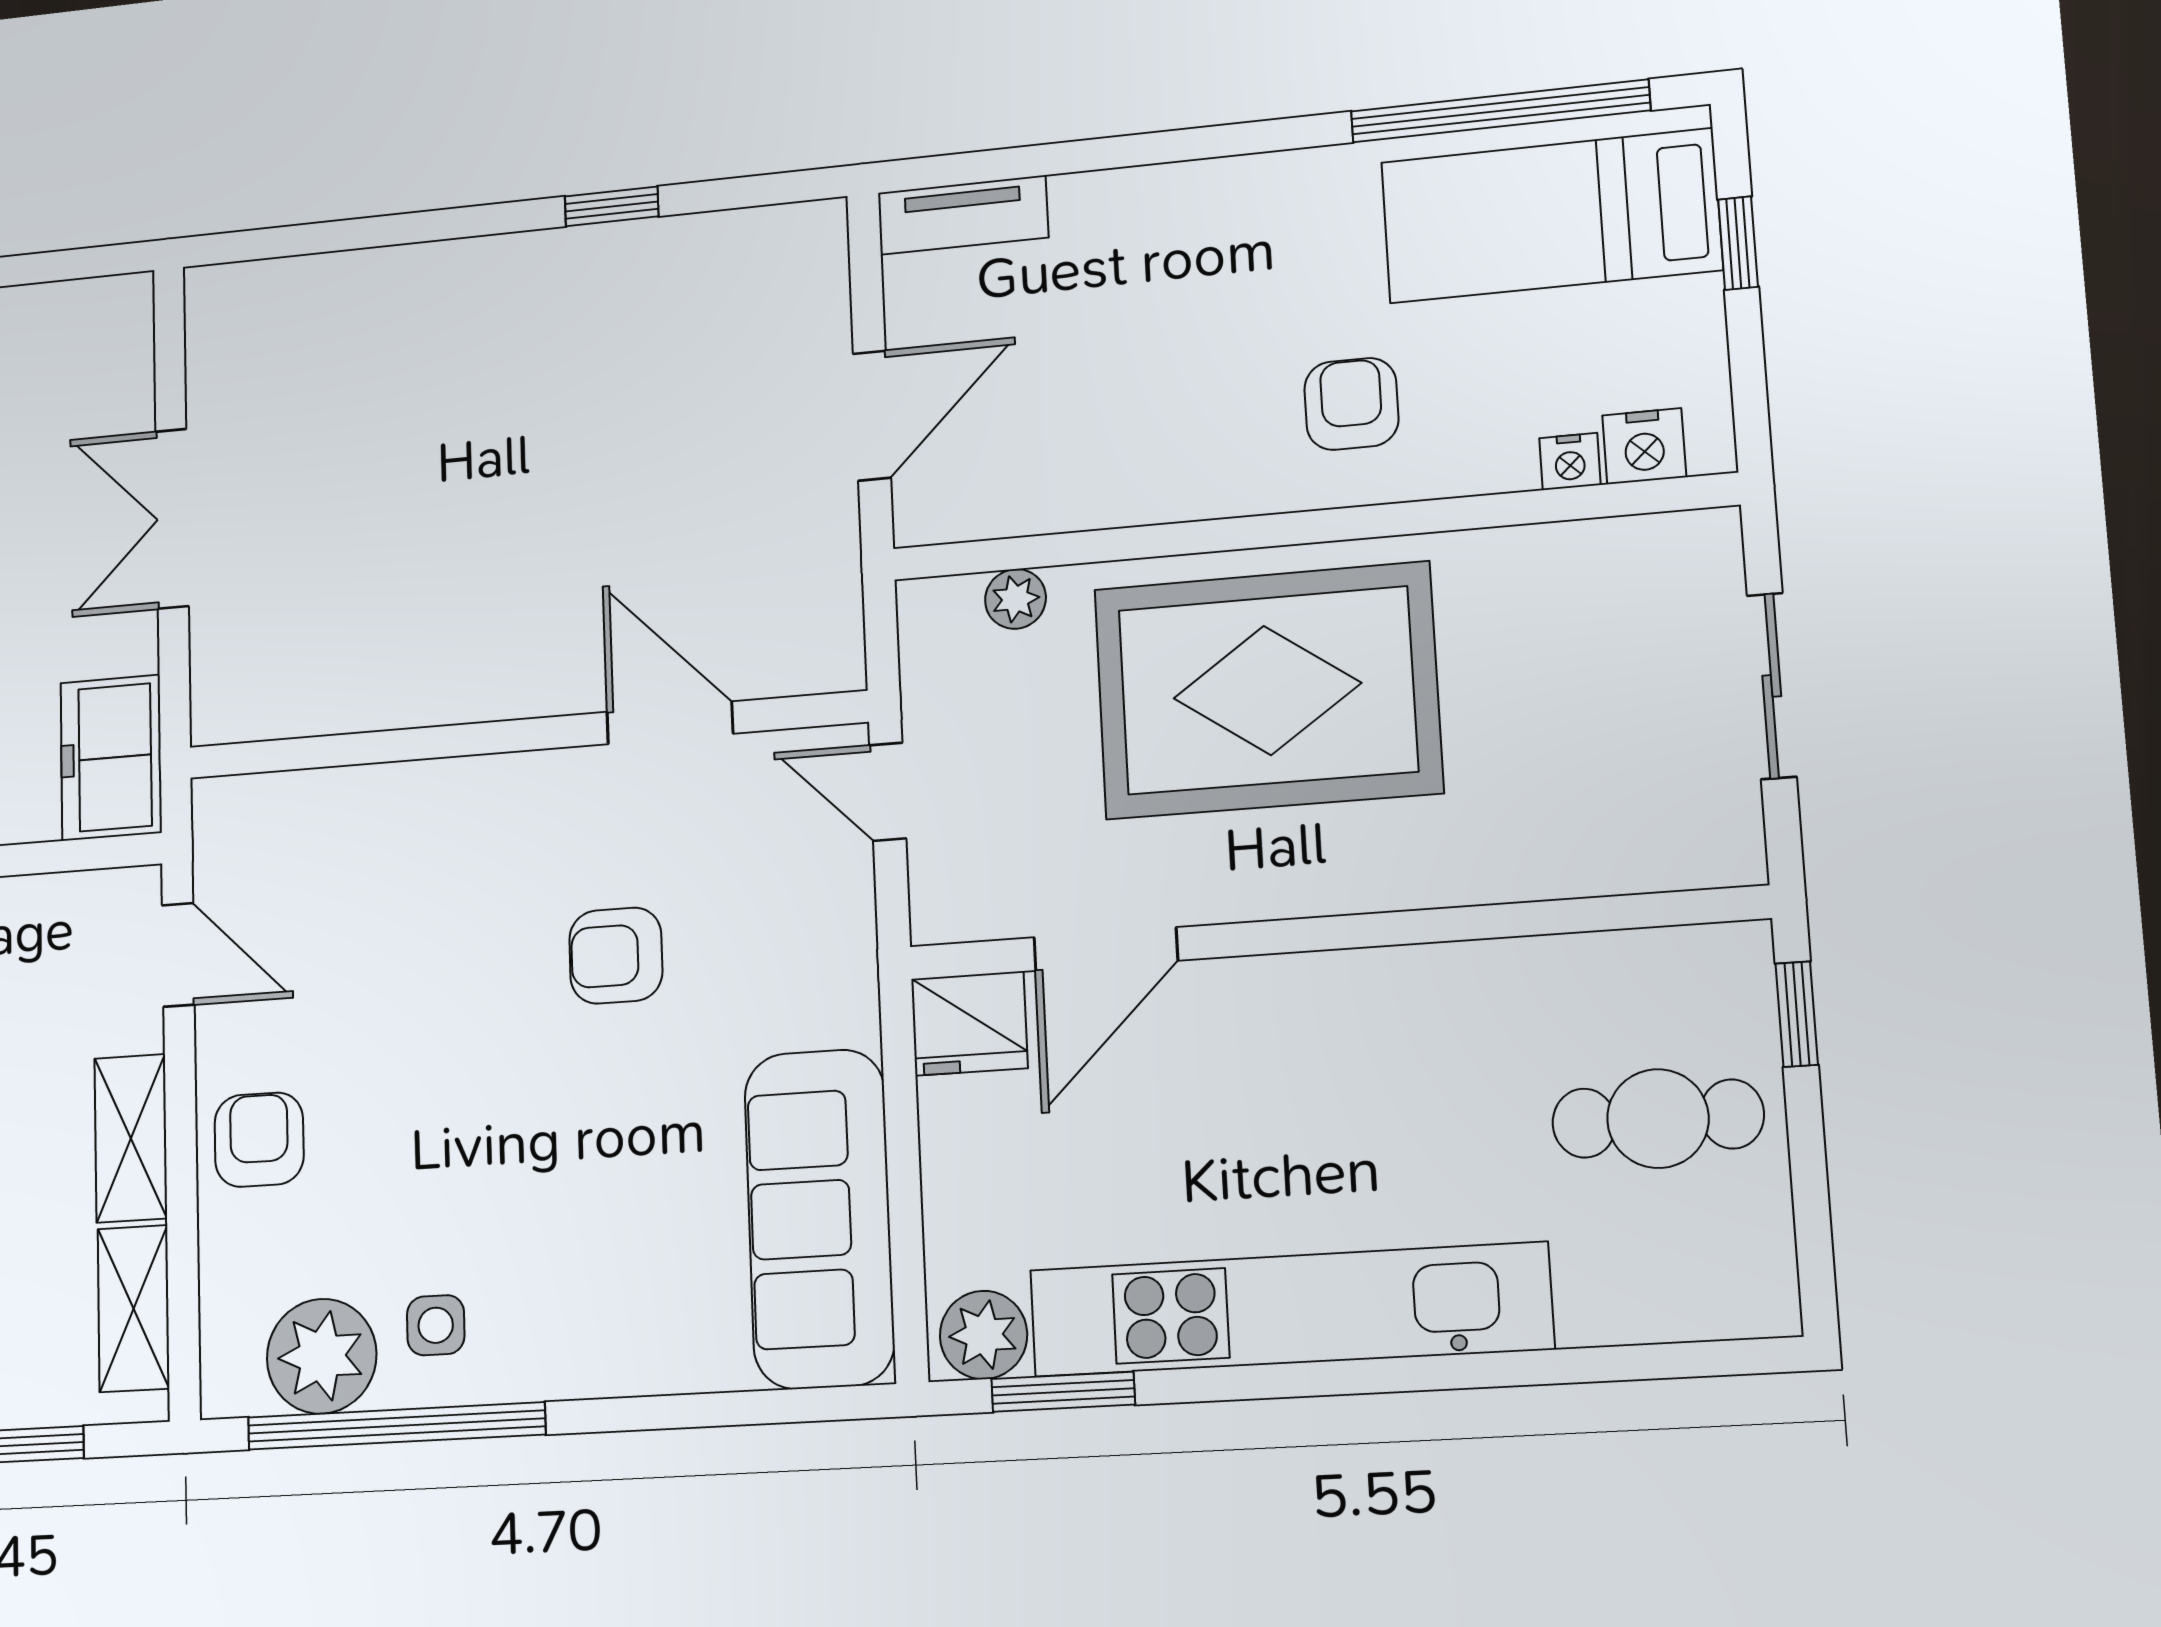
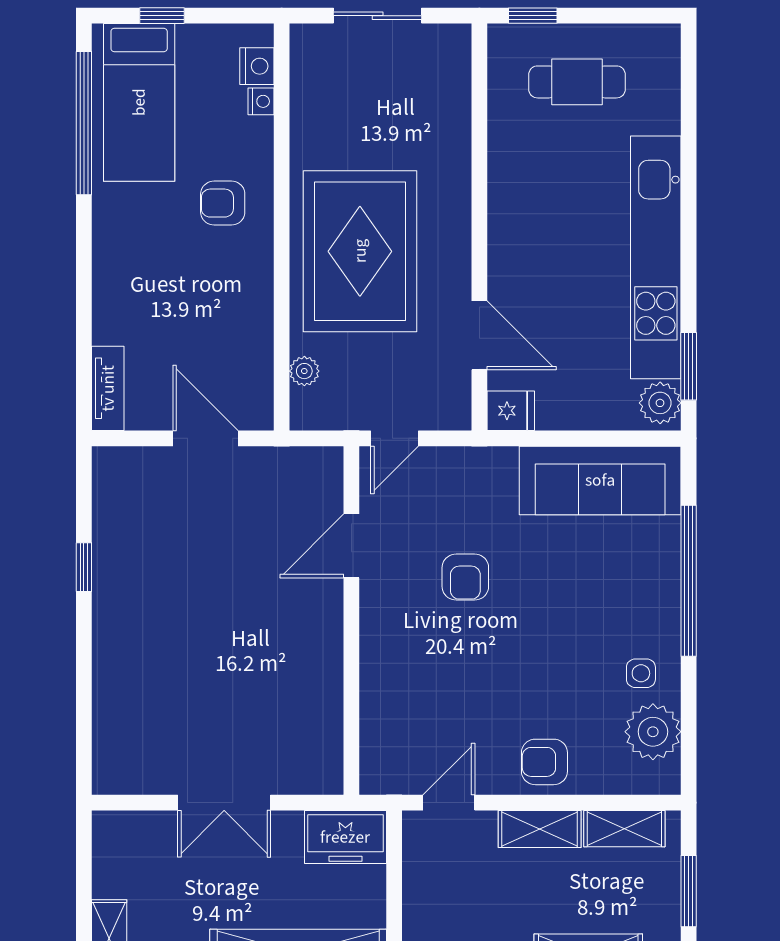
fridge: (969, 1023) -> (511, 411), width x0.72
cafe table: (1658, 1119) -> (577, 82), turned 90
window: (396, 1426) -> (689, 581), moved

